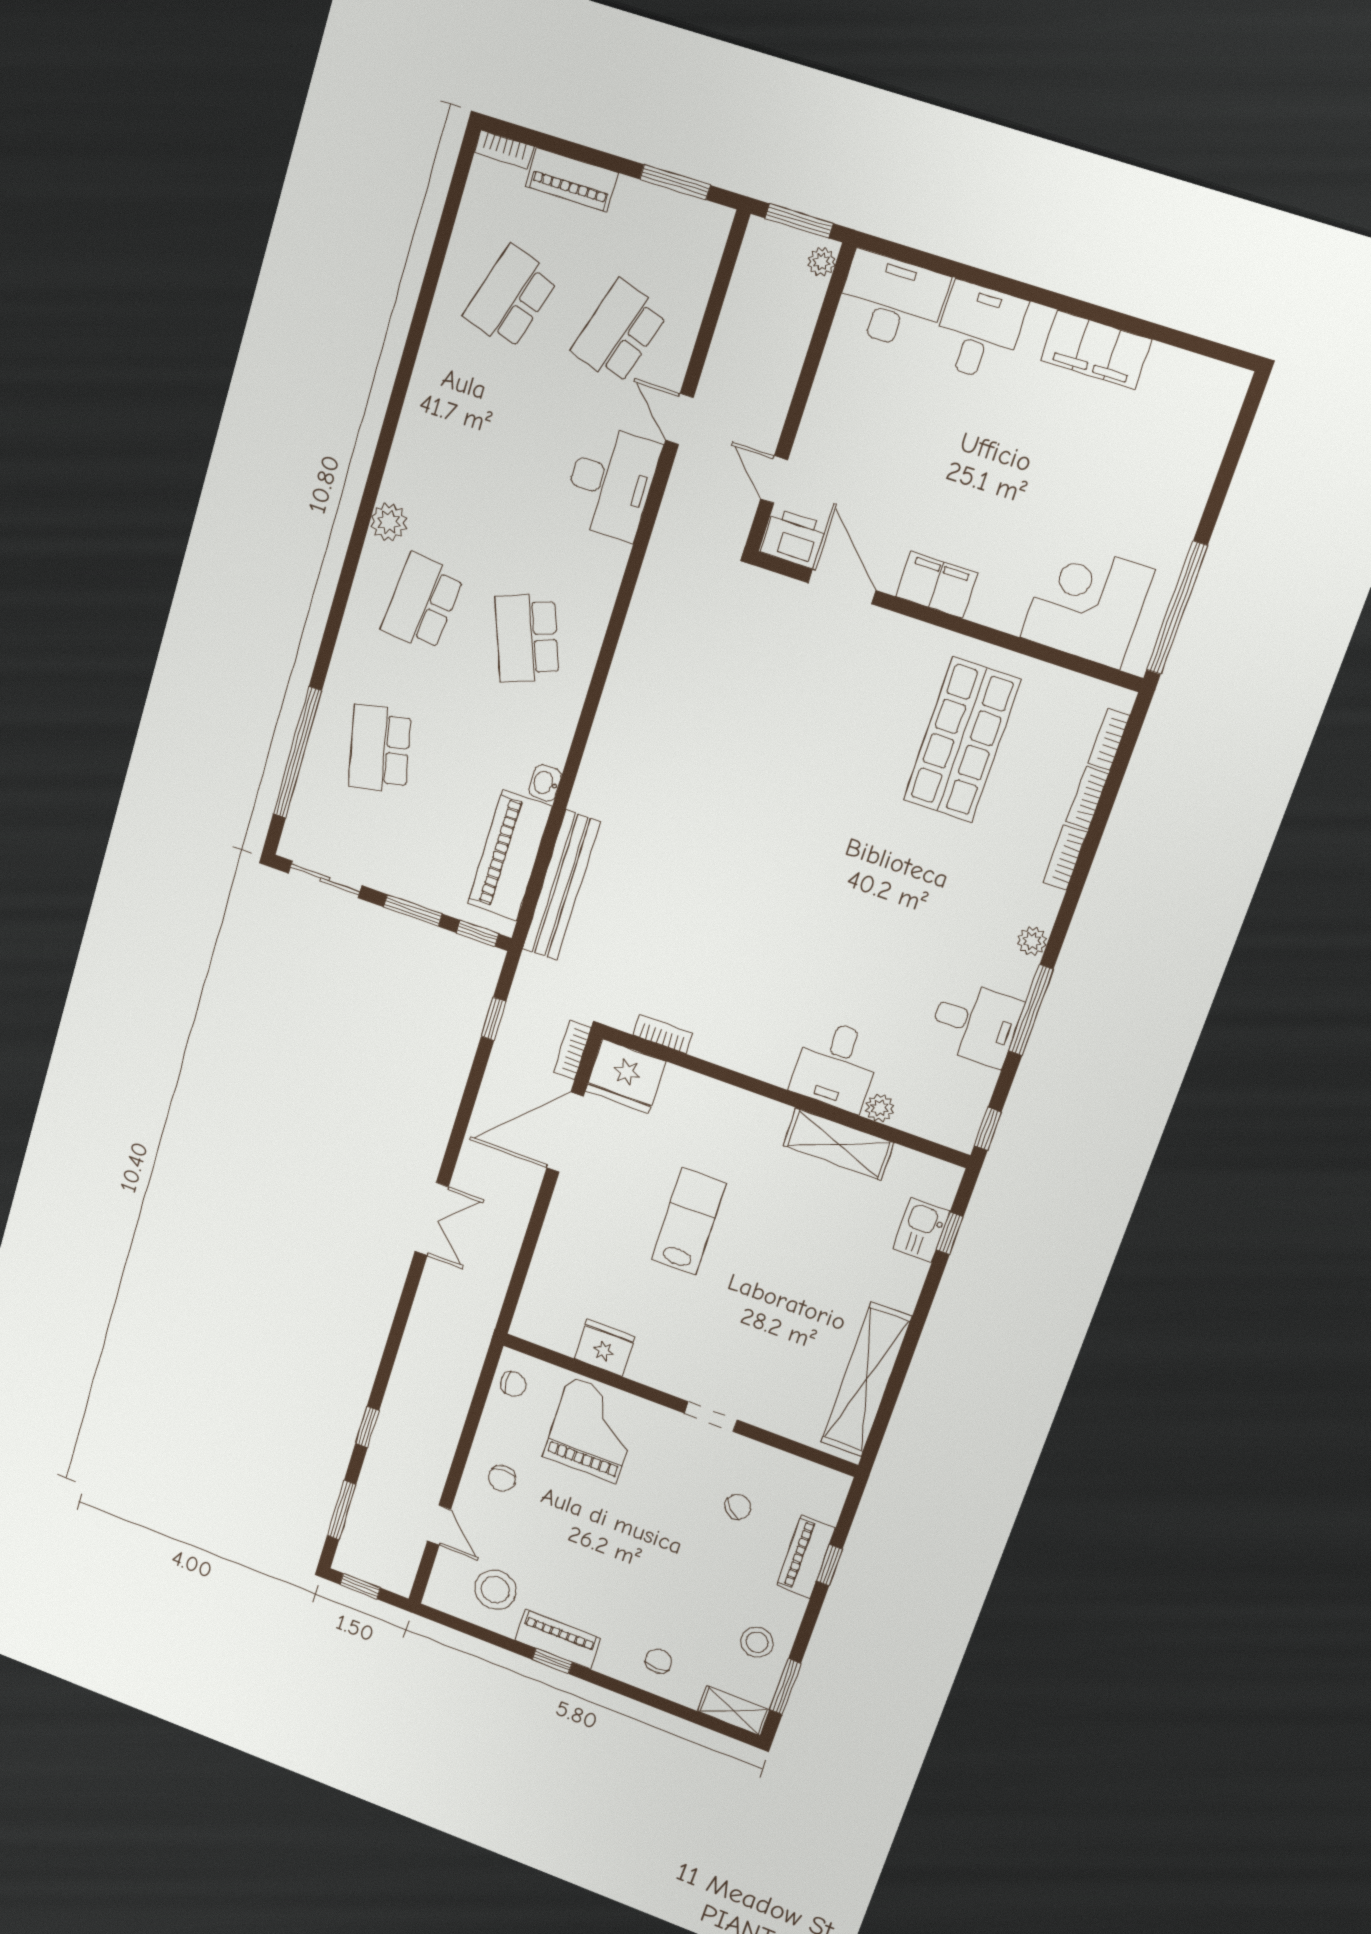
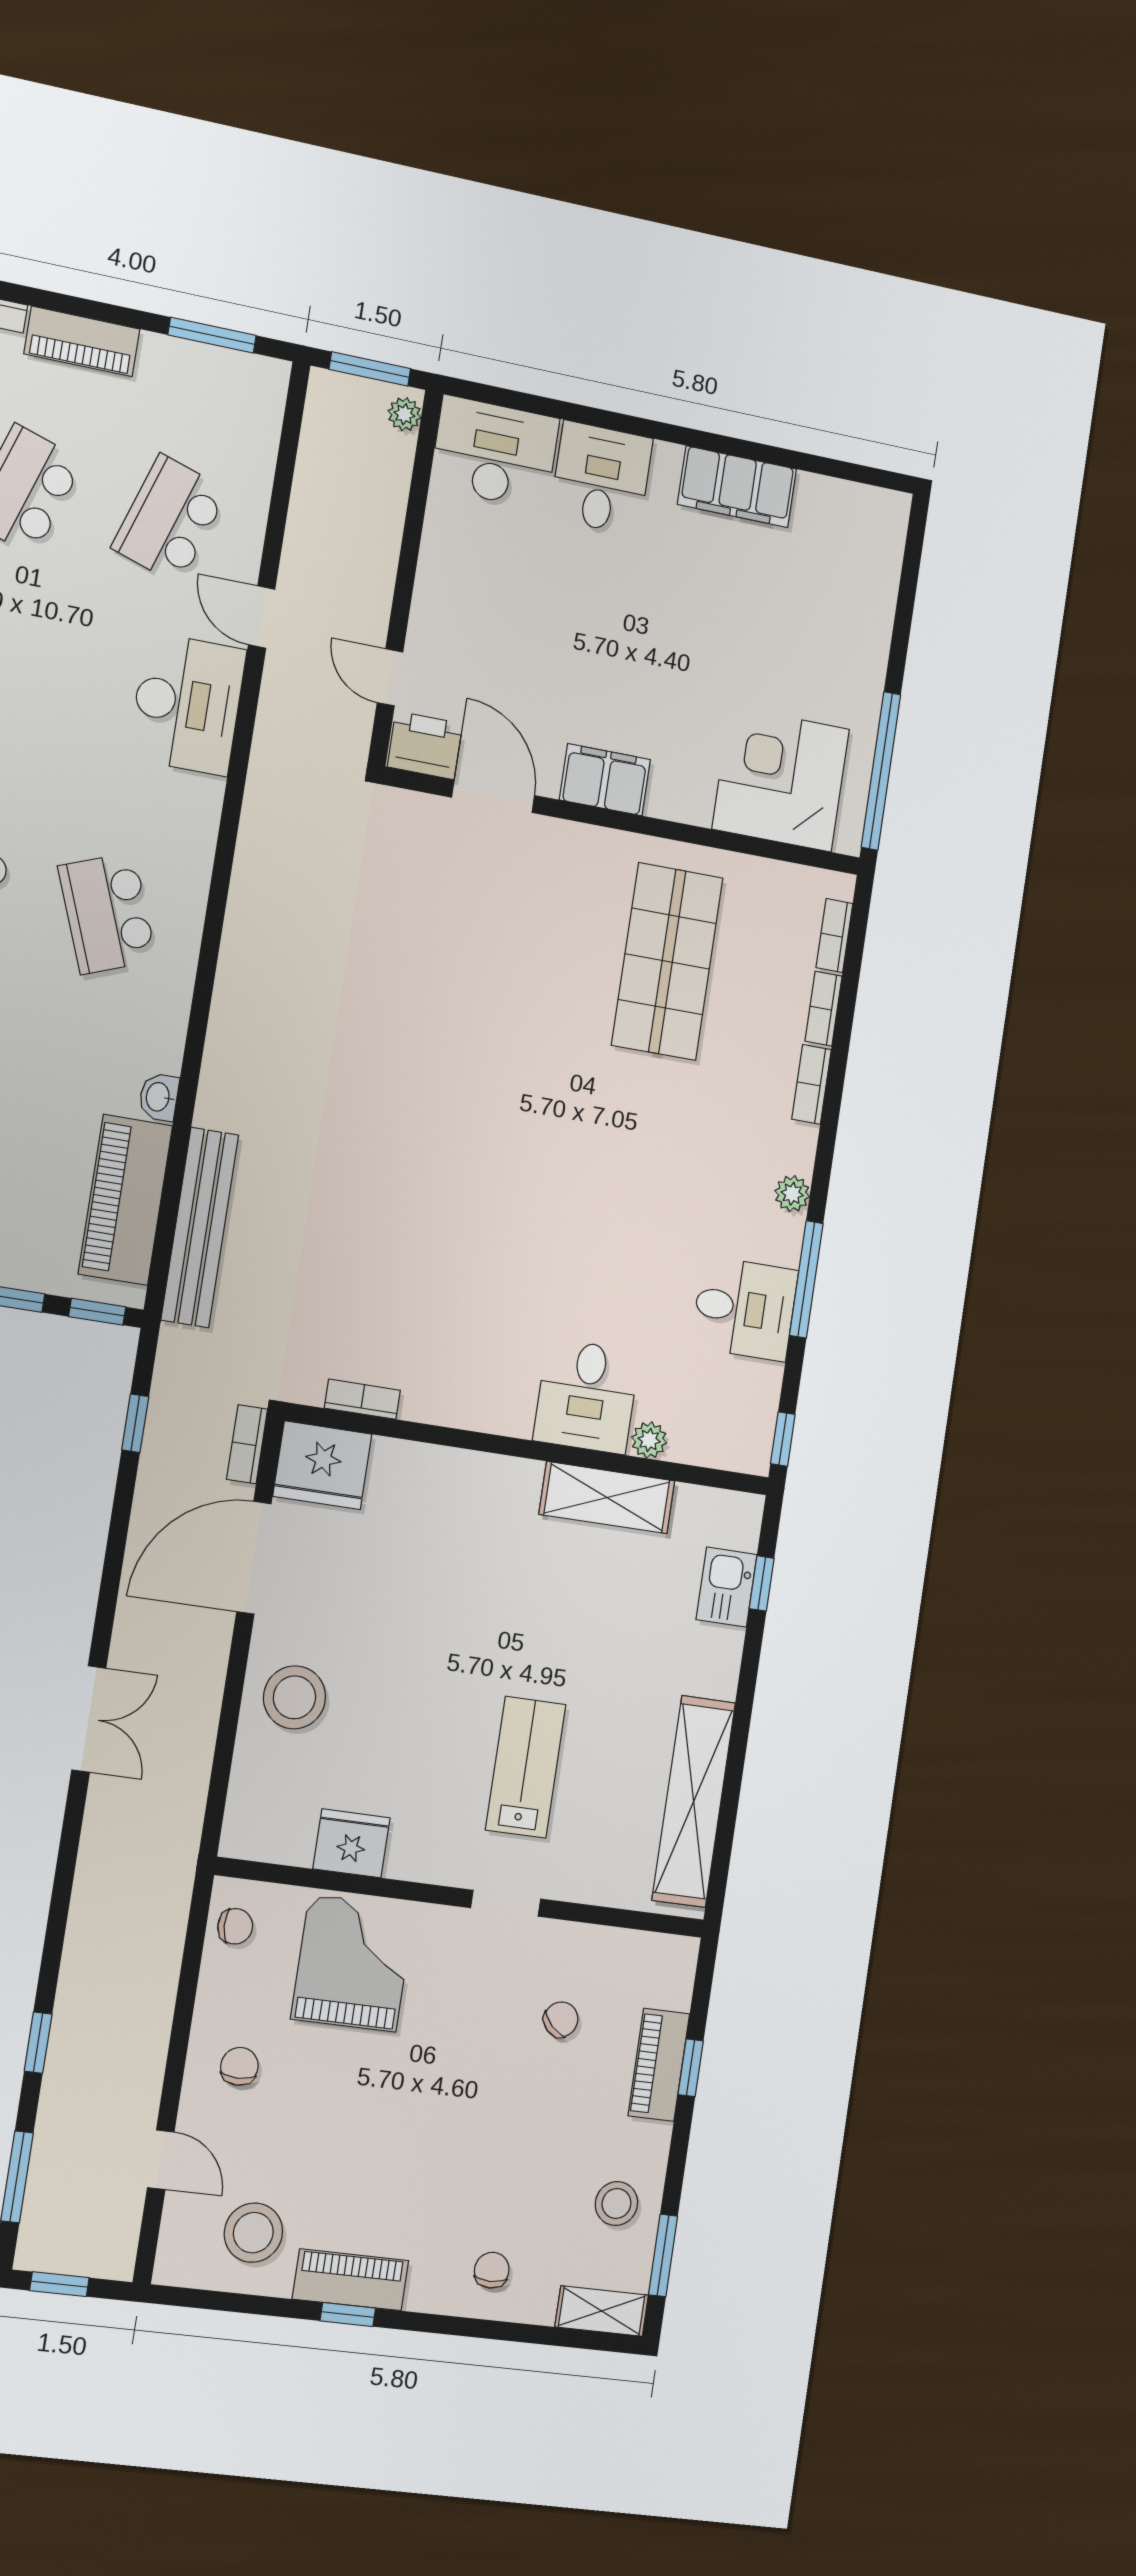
lab bench: (689, 1222) -> (526, 1767), moved
stool: (579, 1237) -> (294, 1697), added
chair: (502, 1478) -> (239, 2066), turned 180

